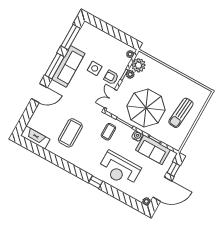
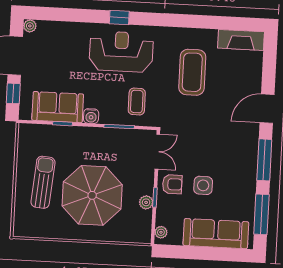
plant: (139, 65) -> (140, 222), removed
sofa: (68, 66) -> (216, 234), moved, turned 90
parasol: (146, 108) -> (92, 195), moved
reception desk: (119, 169) -> (121, 52), moved

